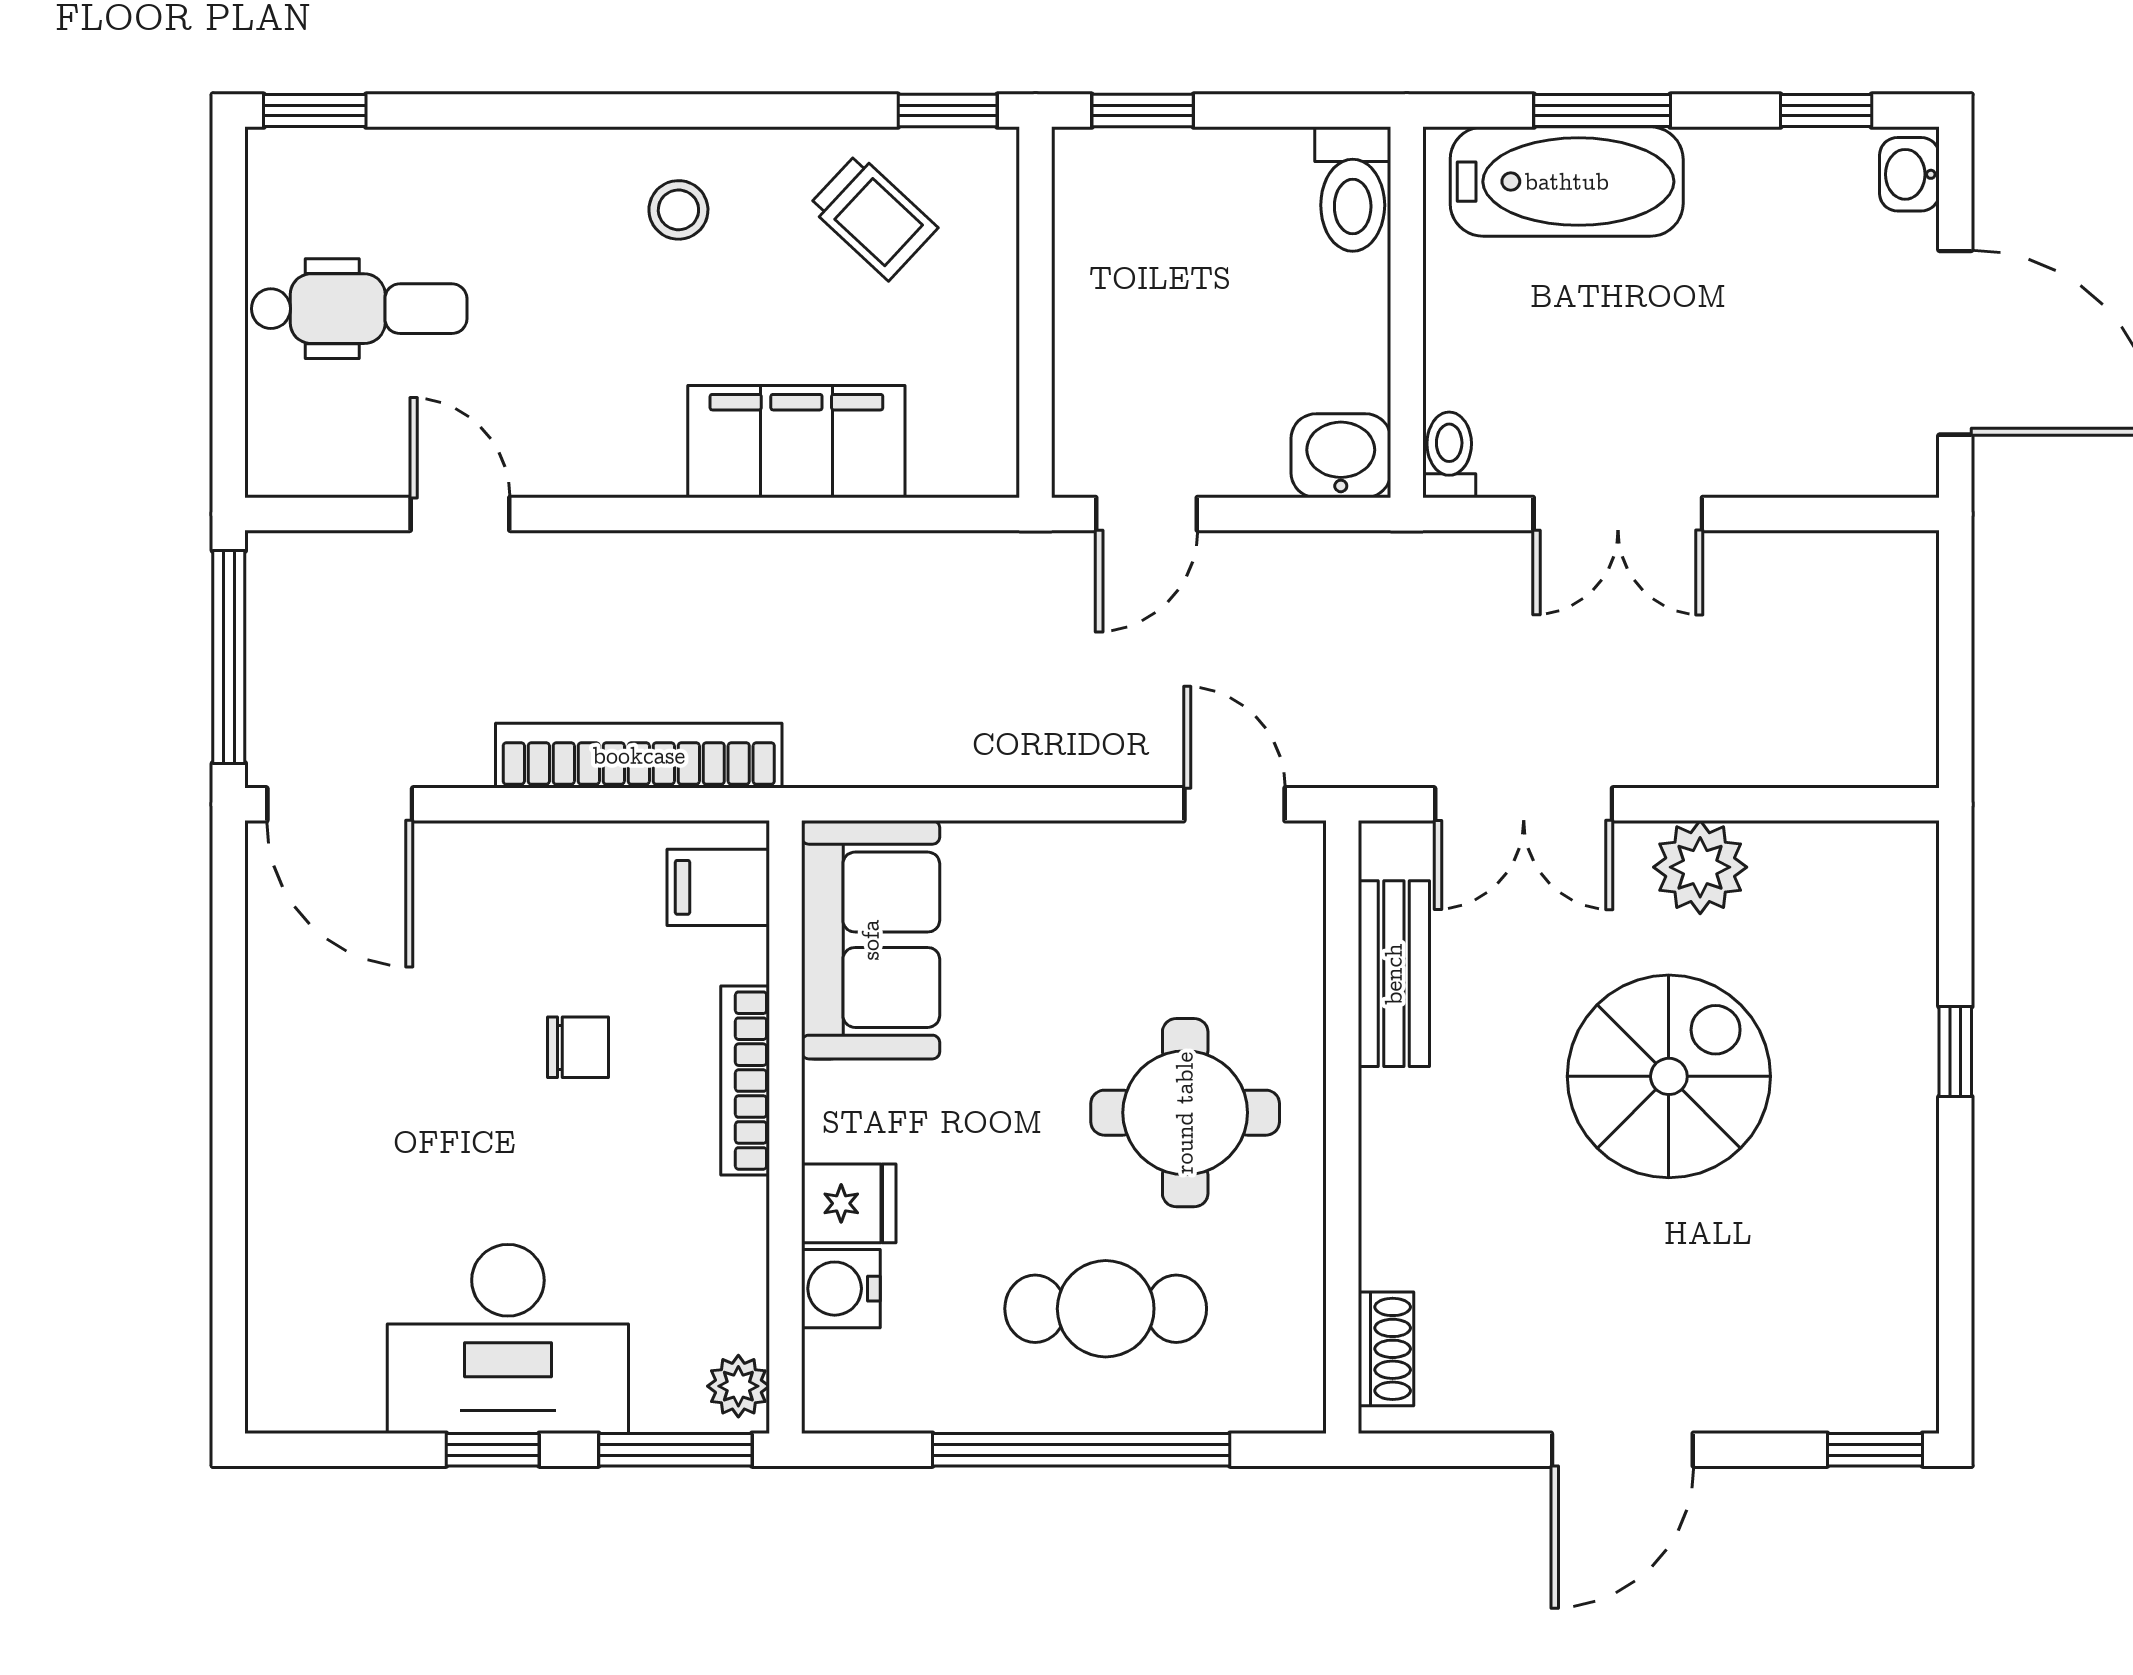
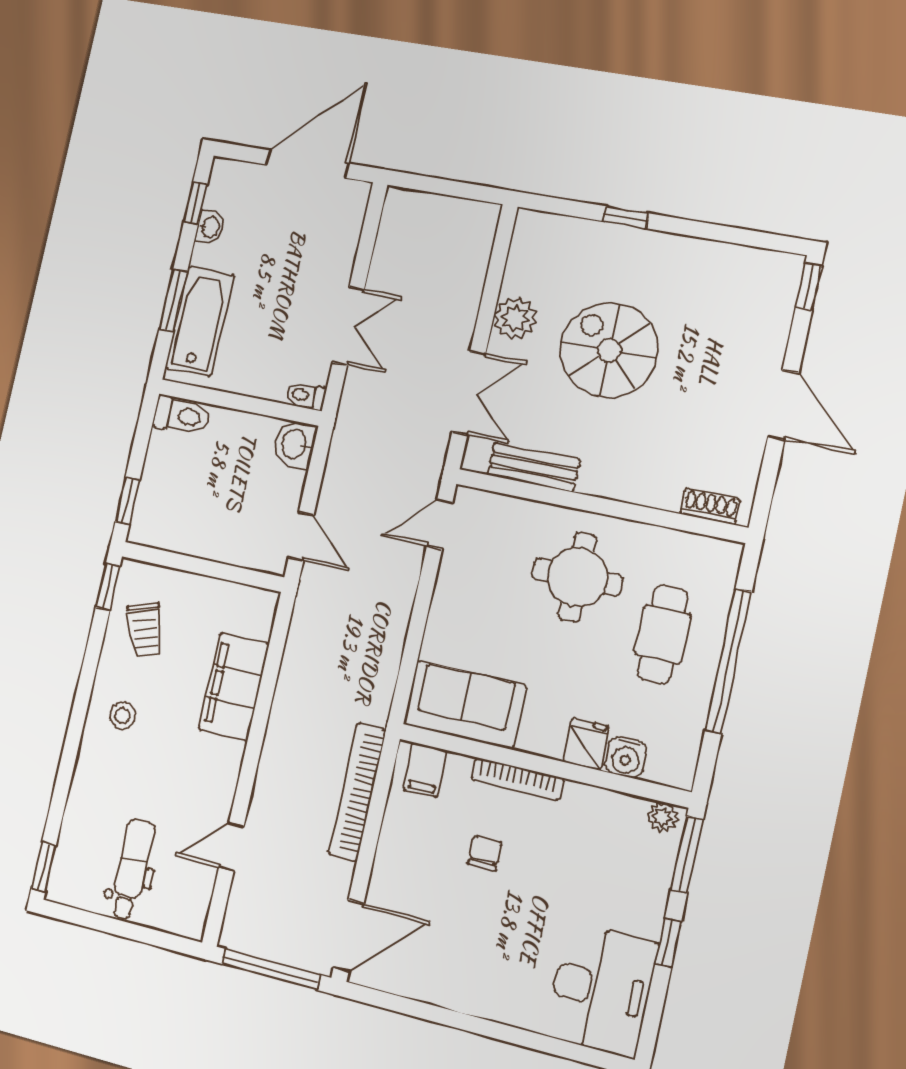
washbasin: (1909, 174) -> (210, 227), moved, turned -90
trolley: (873, 217) -> (145, 630), turned 118
desk: (508, 1339) -> (601, 990), moved

